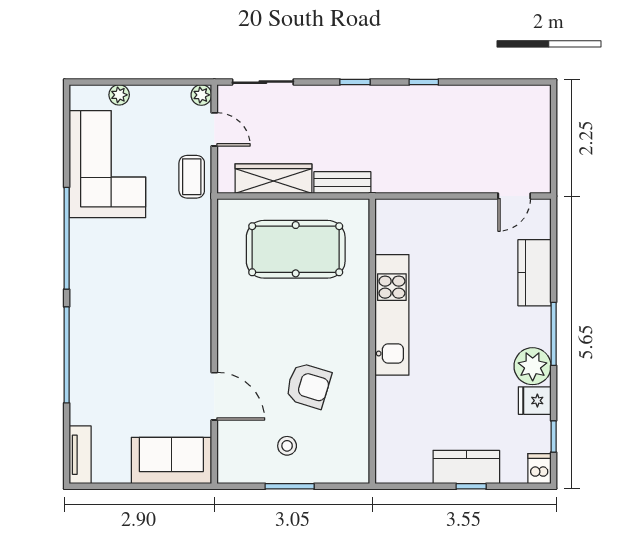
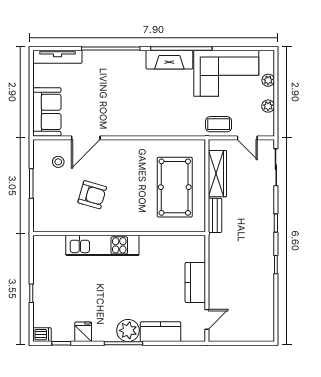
plant: (201, 95) -> (268, 106), moved
door: (214, 129) -> (247, 138), hinge flipped
door: (514, 196) -> (207, 319), swing flipped
fireplace: (85, 258) -> (169, 60), added
kitchen unit: (392, 315) -> (102, 245), moved
plant: (533, 366) -> (128, 330), moved
armchair: (308, 386) -> (92, 195), turned -91
stool: (287, 446) -> (58, 162), moved
tv unit: (80, 455) -> (57, 57), width x1.41
kitchen counter: (466, 467) -> (195, 282), moved, turned 180

